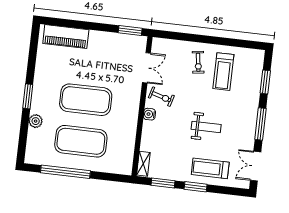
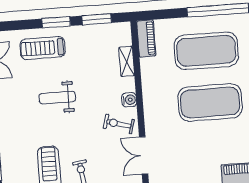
piano: (127, 160) -> (146, 39), added
shelving: (143, 164) -> (127, 61), moved
treadmill: (210, 168) -> (43, 48), turned 180

